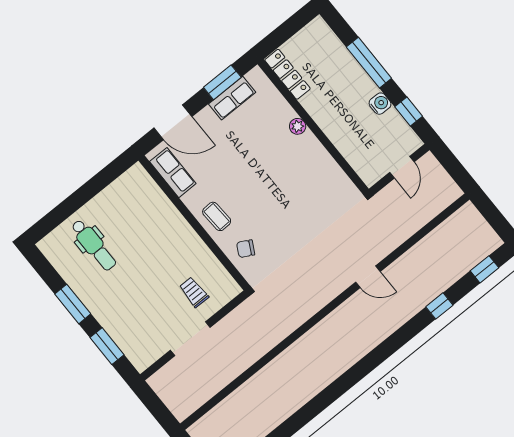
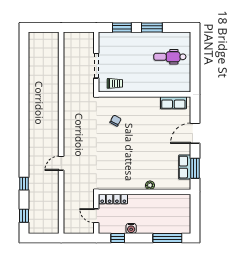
window: (369, 63) -> (167, 238), moved
locker: (287, 74) -> (113, 199), moved
row of seats: (173, 173) -> (173, 103), moved
coffee table: (217, 216) -> (139, 119), removed
wall: (194, 223) -> (144, 94), moved

